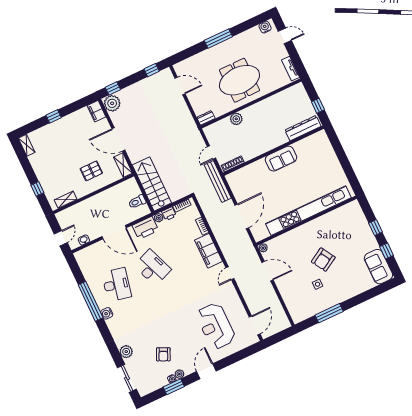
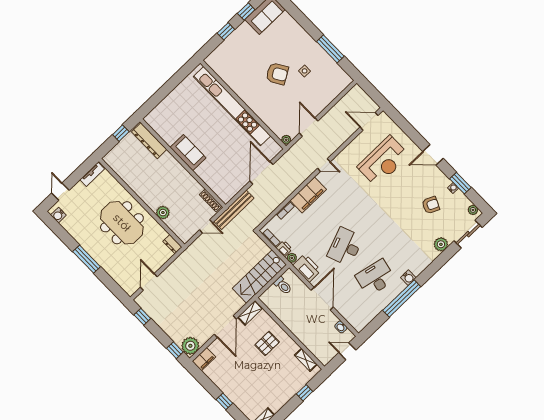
pallet: (91, 171) -> (267, 343), turned 90
door: (242, 216) -> (261, 173), hinge flipped
plant: (179, 374) -> (473, 210), moved

